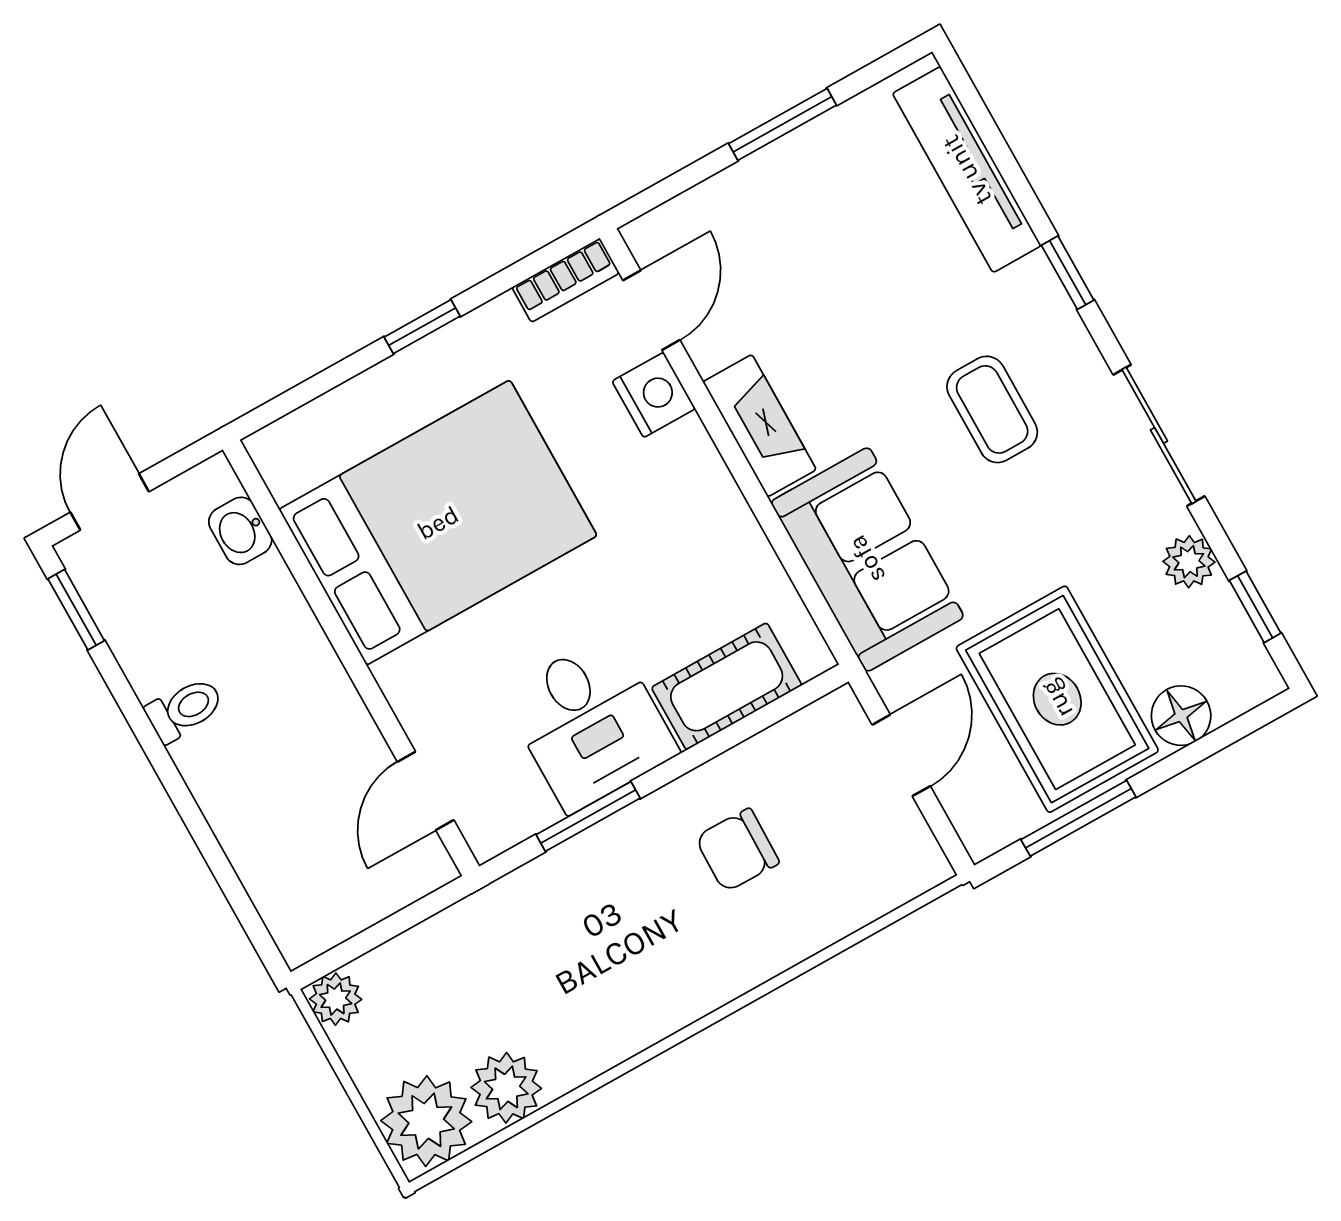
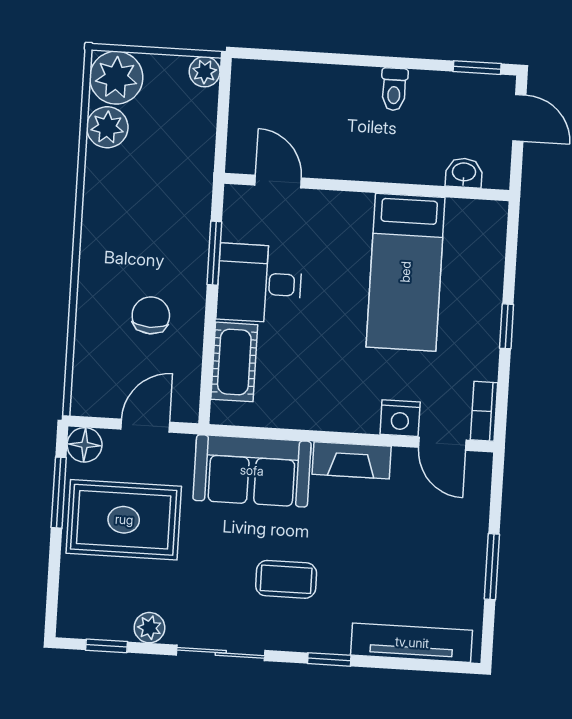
bed: (438, 523) -> (406, 272), width x0.67
floor lamp: (1181, 716) -> (85, 445), moved
door: (901, 755) -> (145, 426), swing flipped

